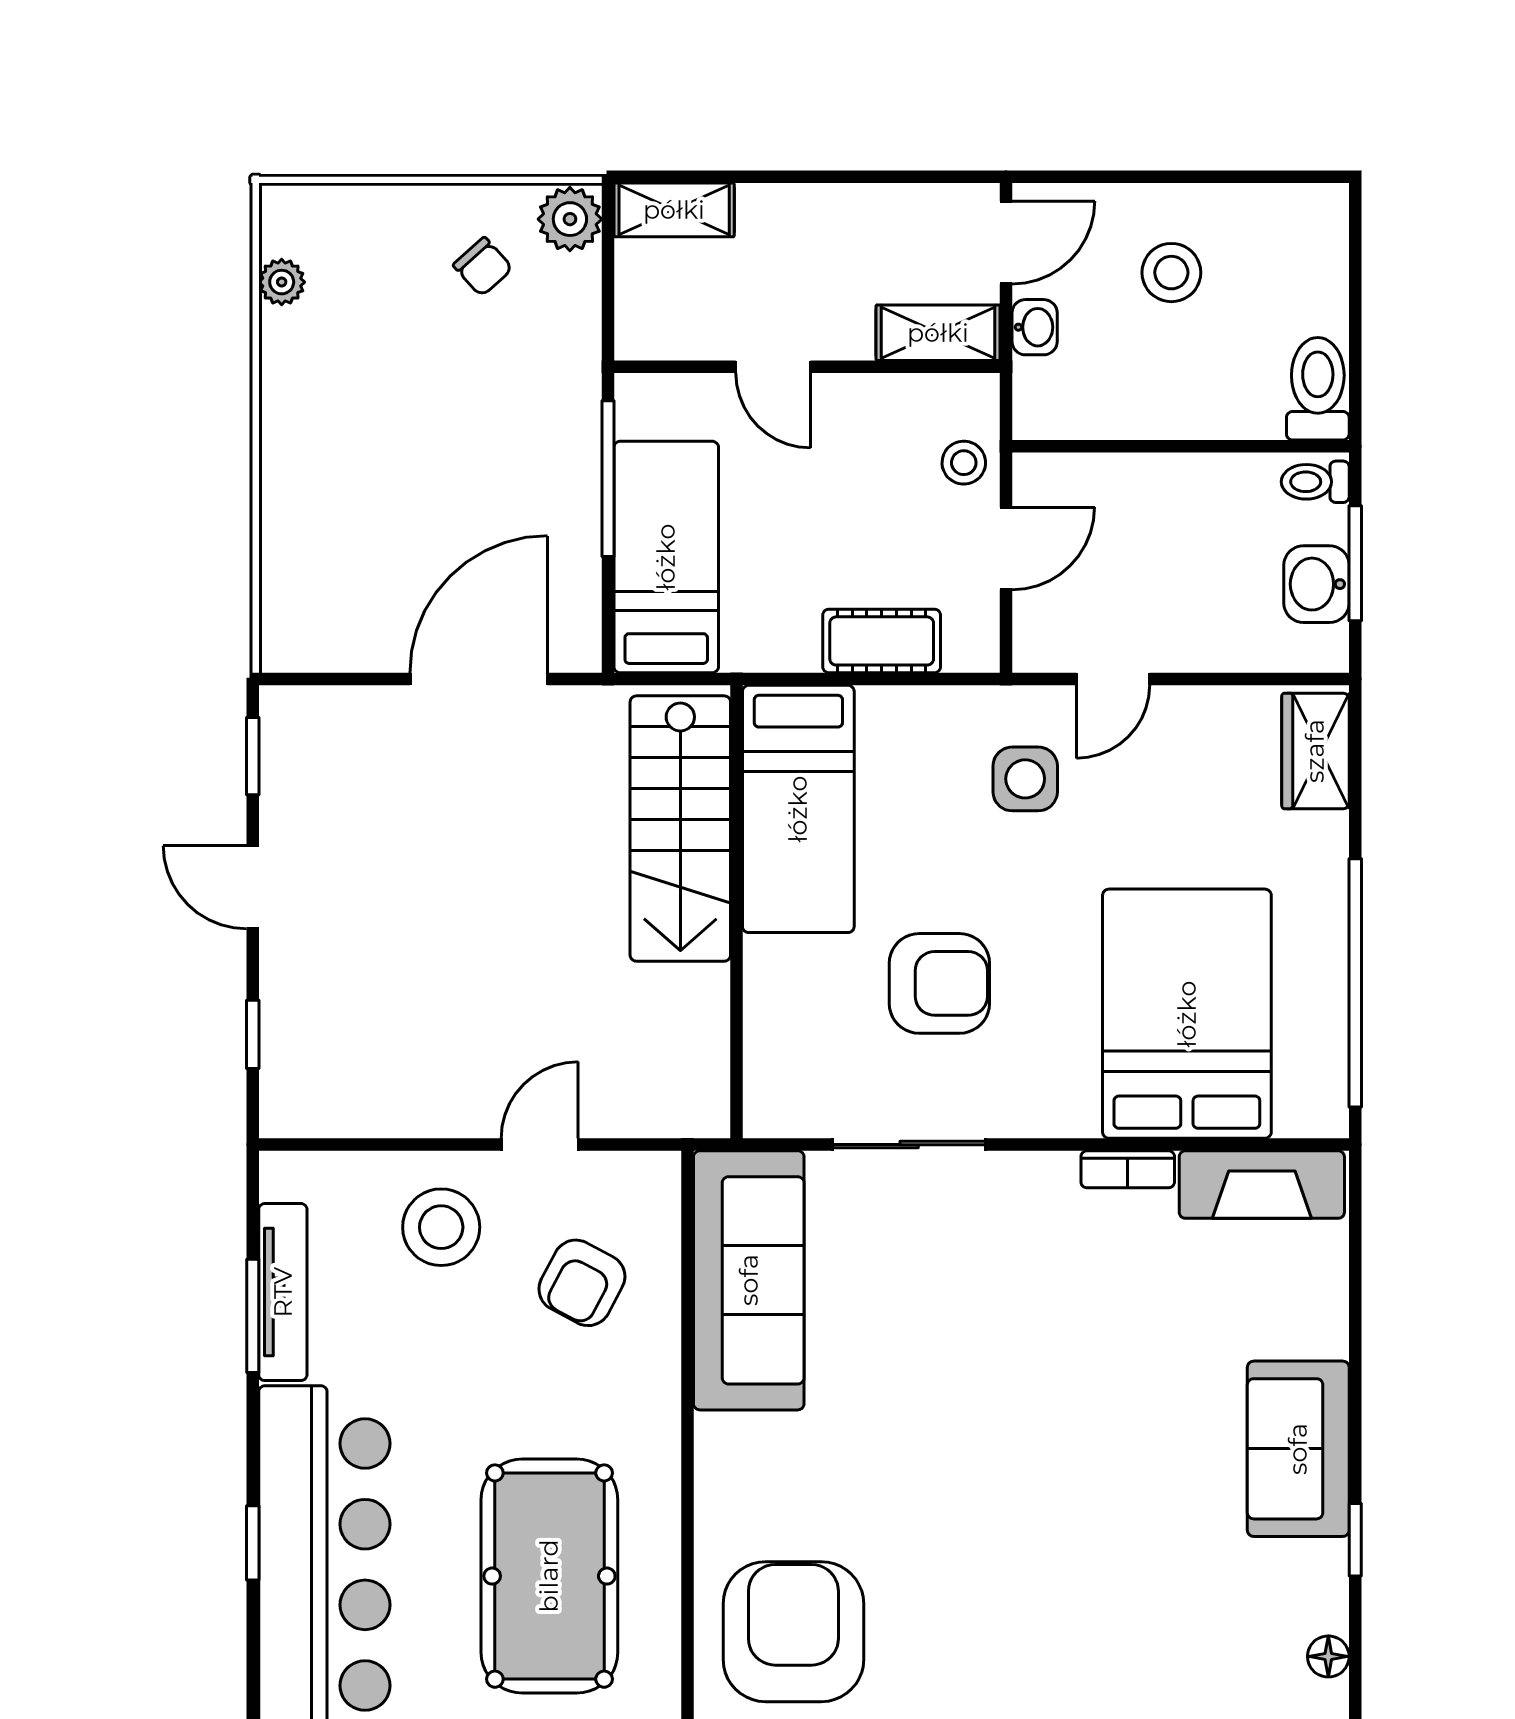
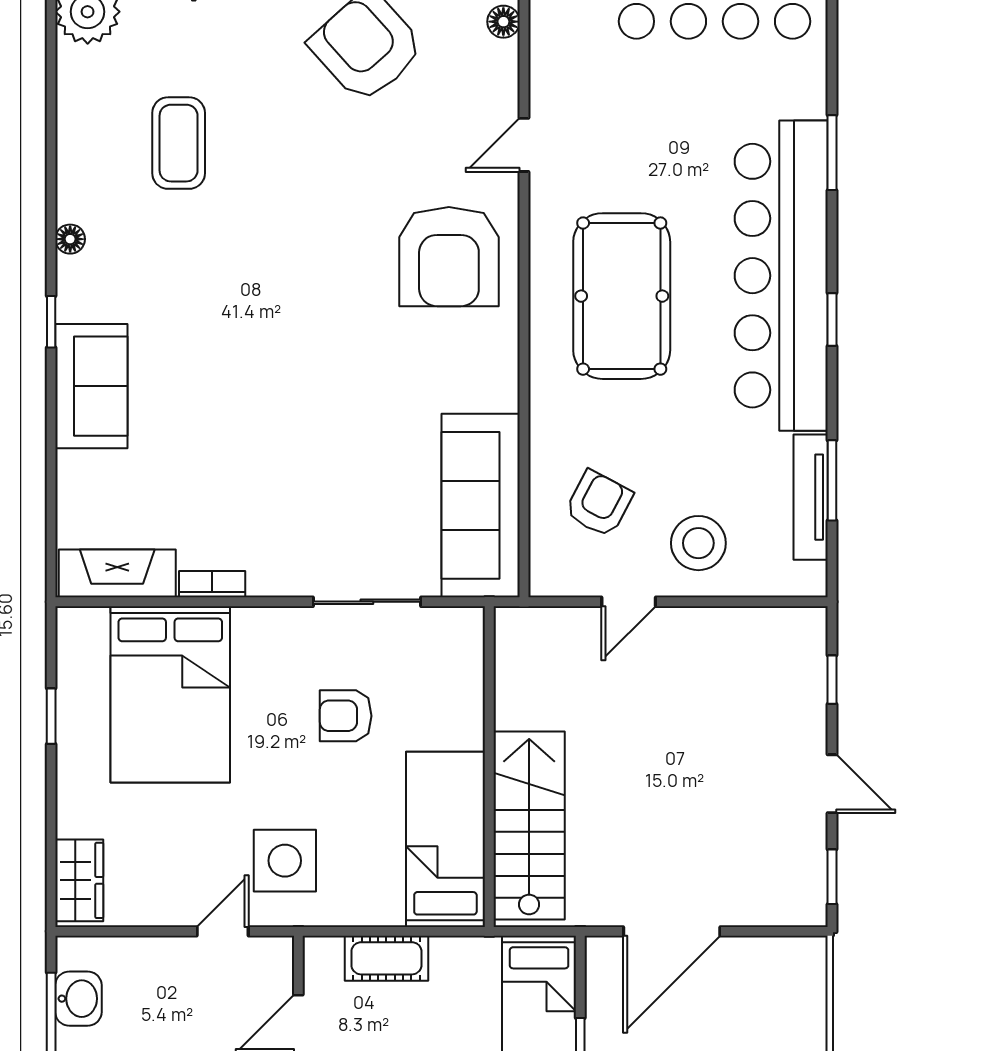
side table: (1025, 779) -> (285, 861), width x1.37, depth x1.37
armchair: (939, 983) -> (346, 716), width x0.72, depth x0.72
window: (1355, 983) -> (51, 716), width x0.32

